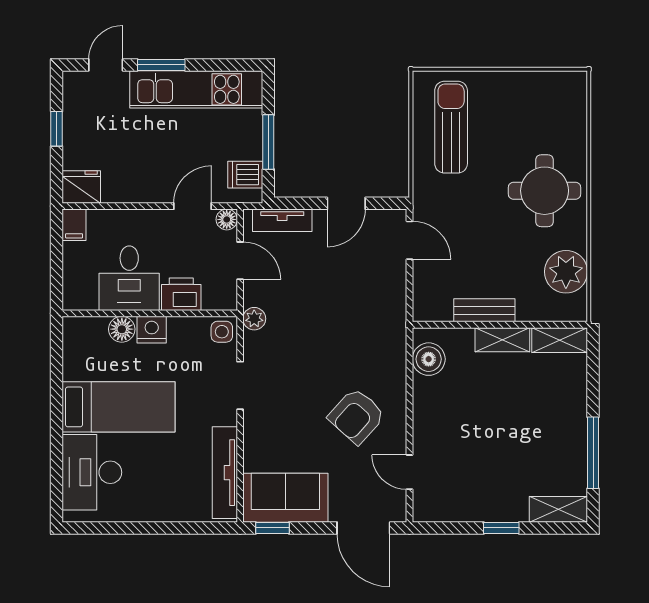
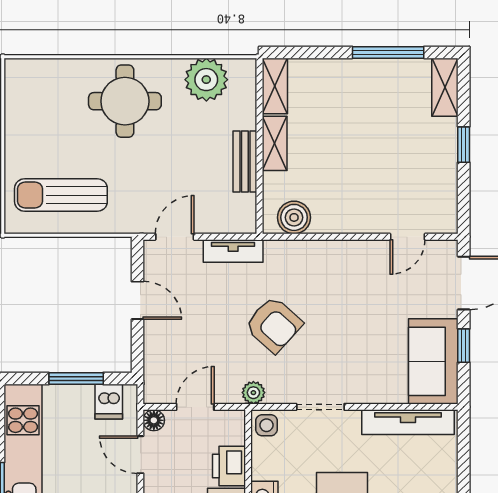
tv unit: (282, 220) -> (233, 251), moved, turned 90
armchair: (357, 416) -> (274, 325), moved
window: (272, 528) -> (464, 346), moved

